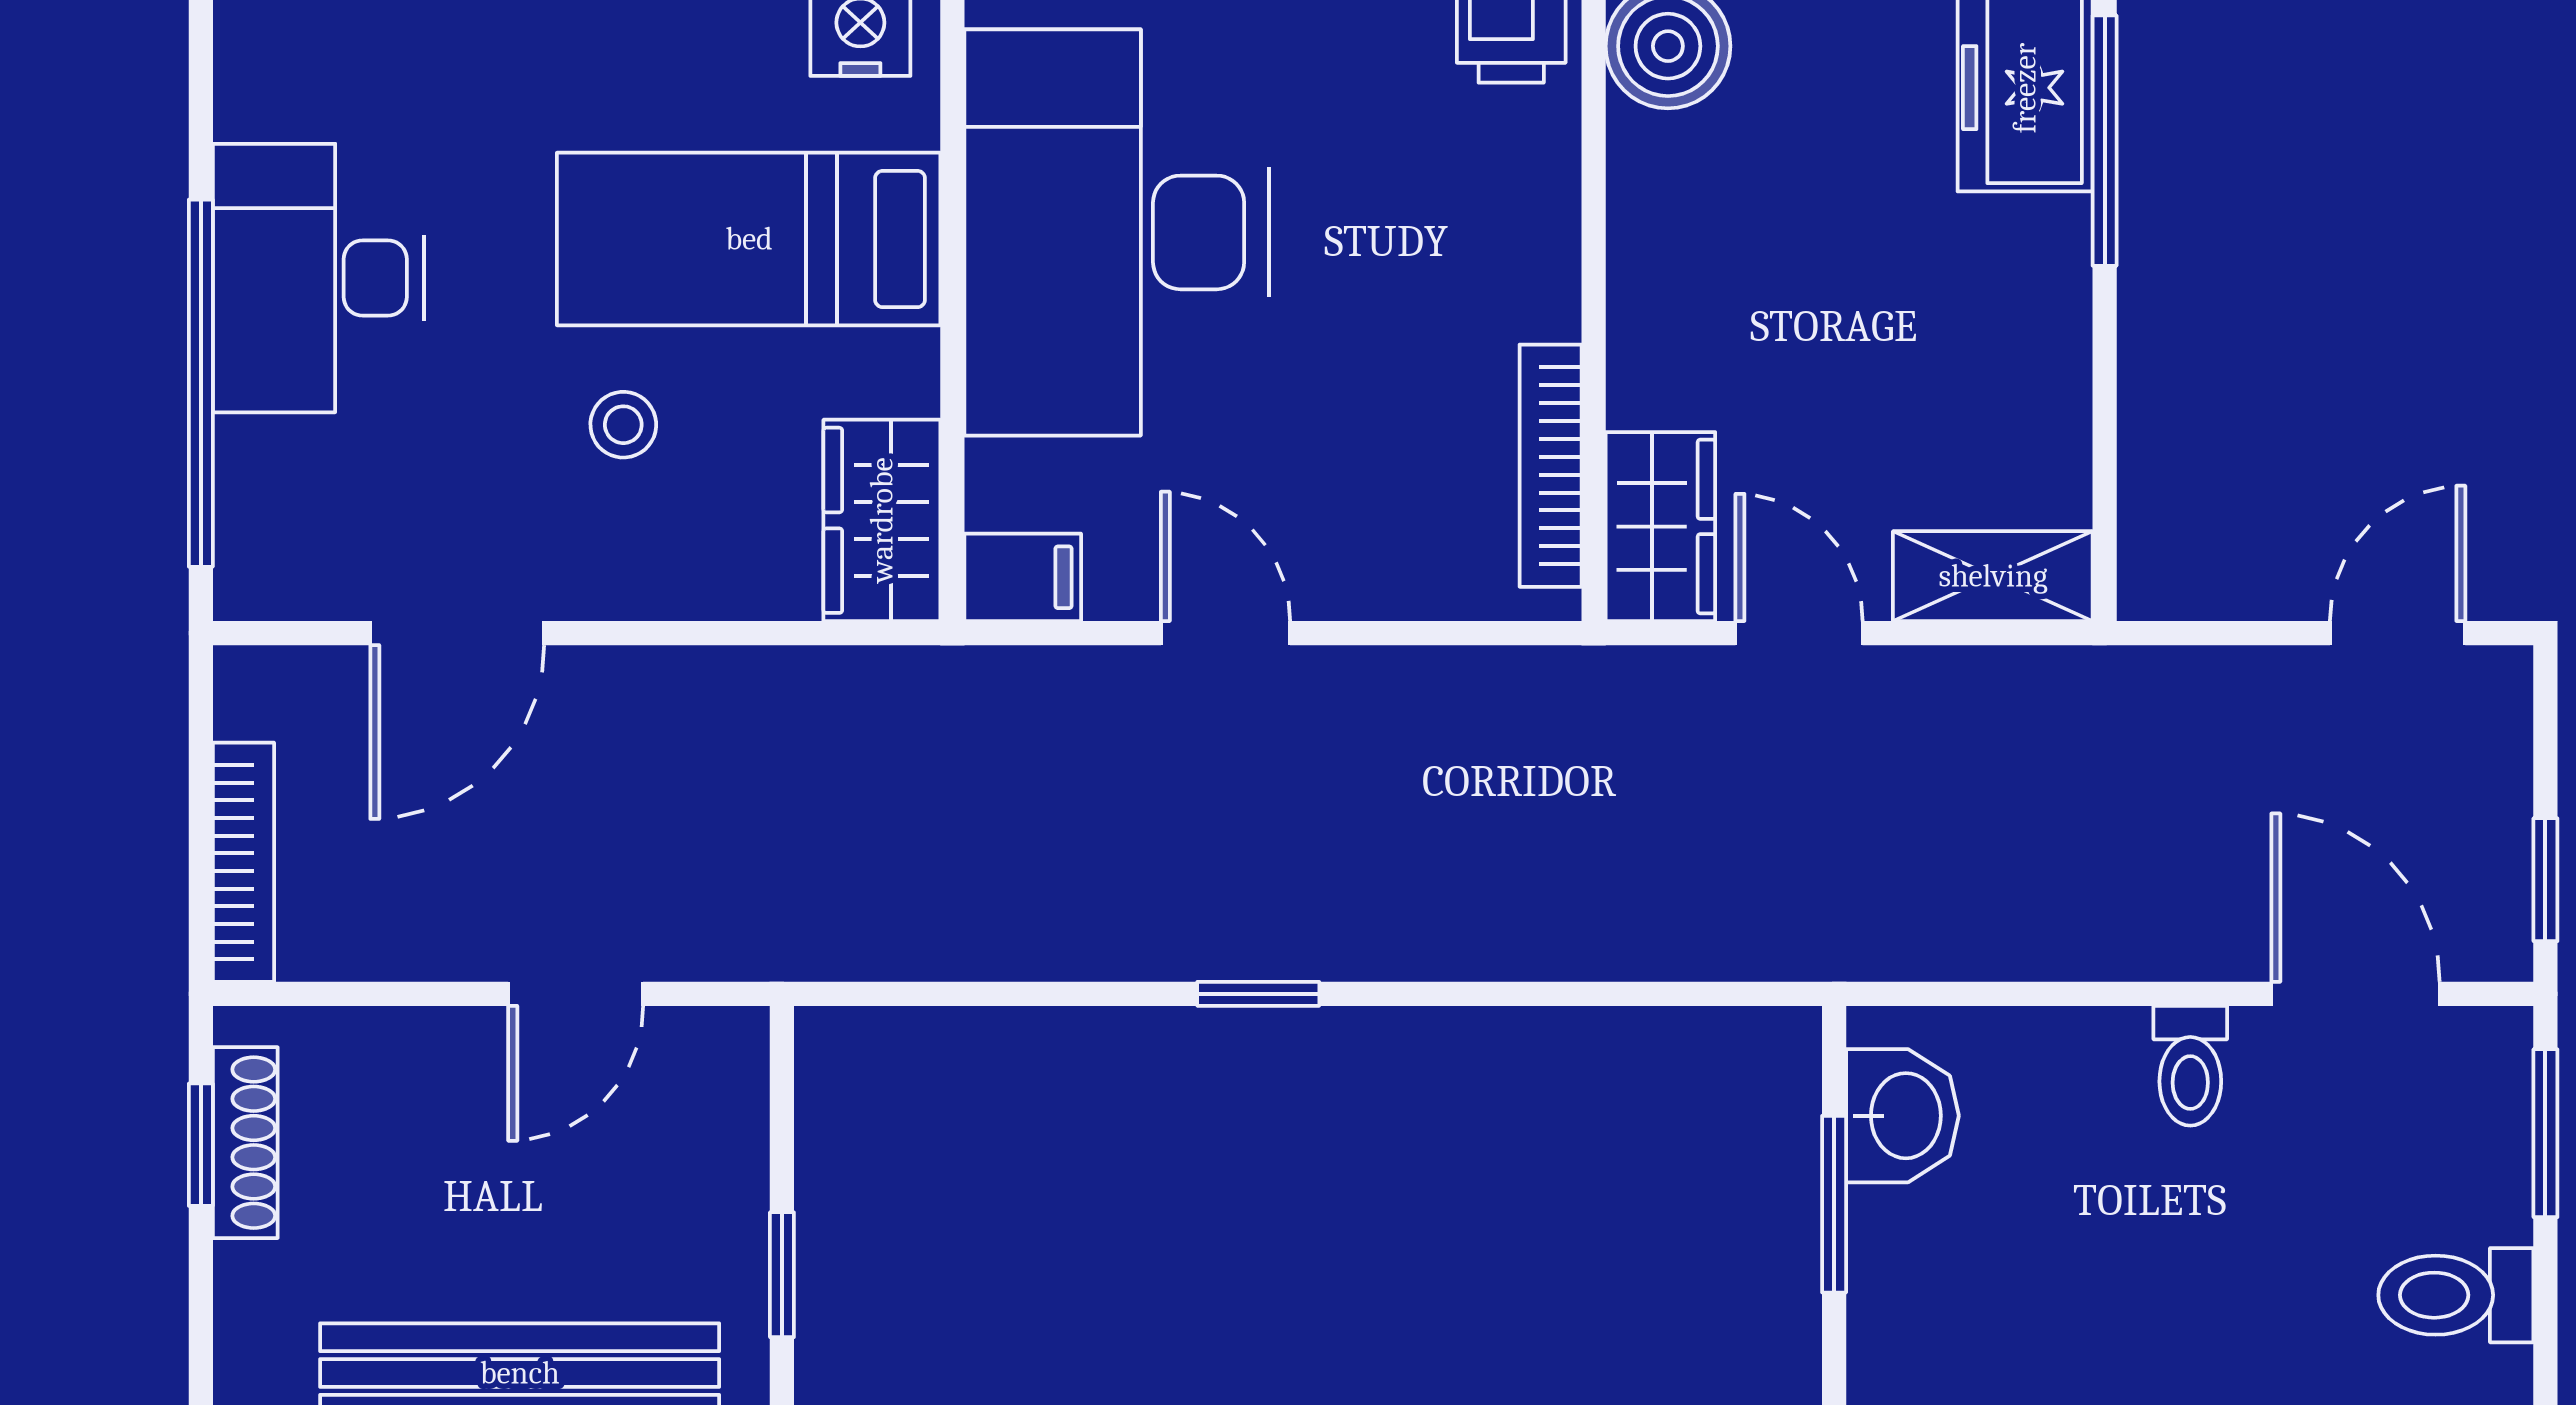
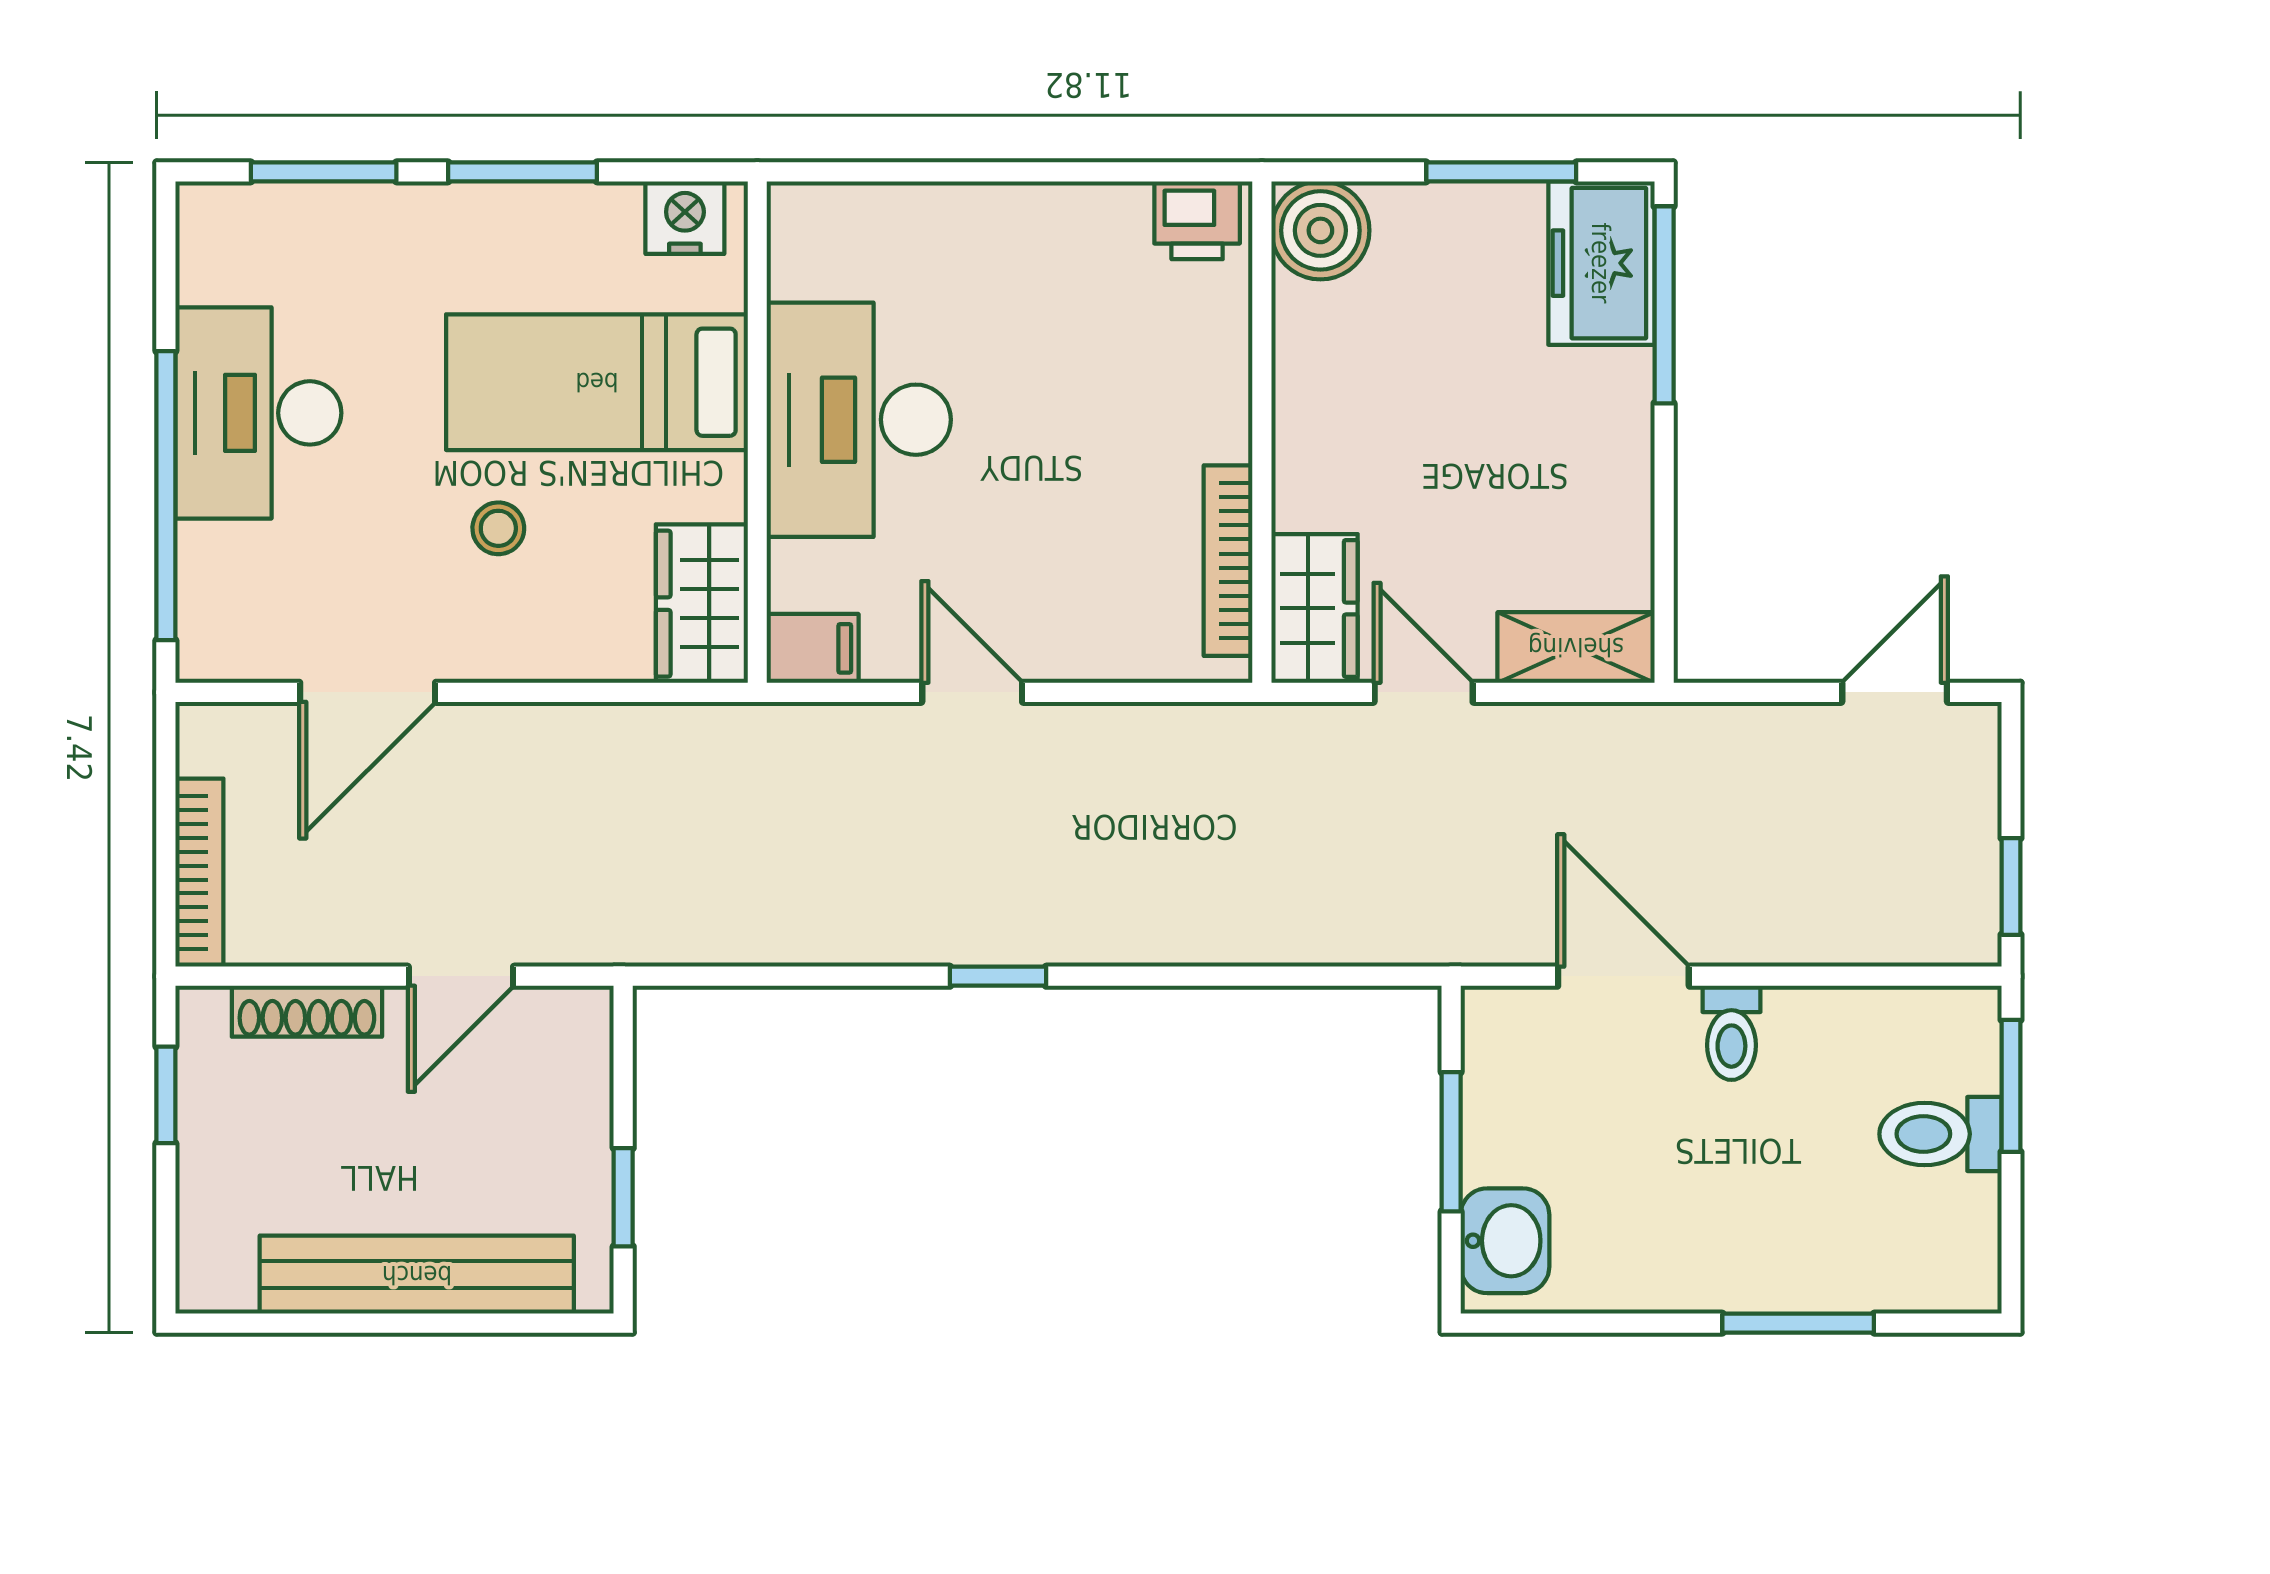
desk: (1116, 232) -> (859, 420), width x0.73, depth x0.77
door: (2355, 994) -> (1623, 976), moved
washbasin: (1902, 1116) -> (1505, 1241), moved
shoe rack: (245, 1143) -> (307, 1011), moved, turned 90
toilet: (2456, 1295) -> (1940, 1134), moved

